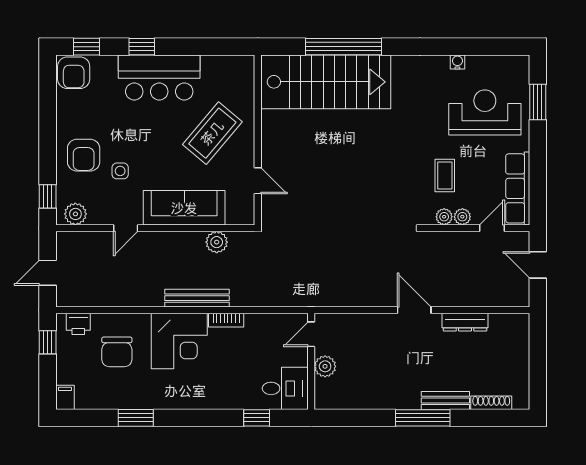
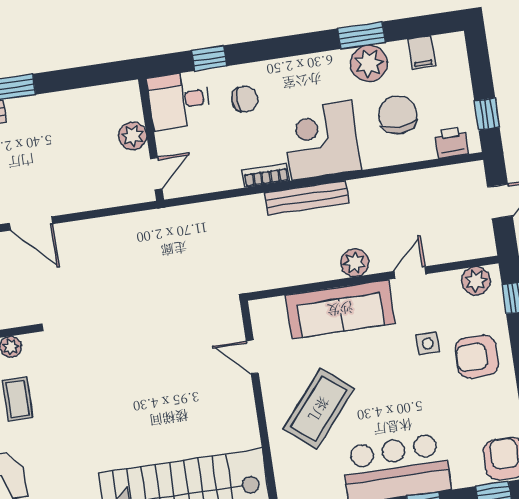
armchair: (84, 155) -> (477, 357), turned -90
plant: (217, 242) -> (355, 263), moved
chair: (234, 382) -> (245, 99), added
plant: (133, 395) -> (369, 63), added
filing cabinet: (65, 397) -> (422, 53), moved

